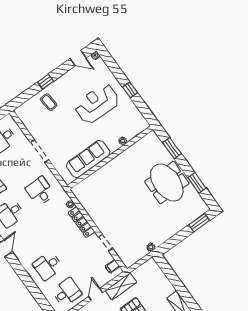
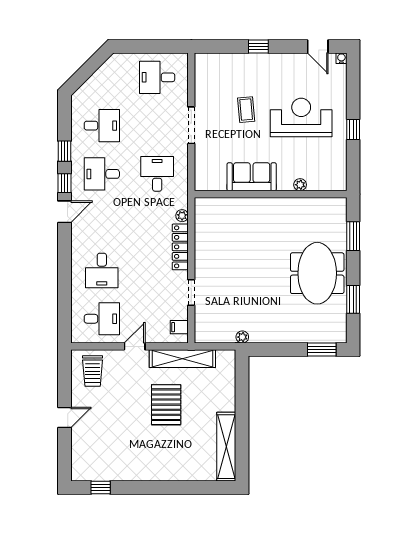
coffee table: (49, 102) -> (246, 110), moved
sofa: (88, 159) -> (252, 177), width x0.73
desk: (48, 266) -> (102, 270), turned -90
shelving: (121, 286) -> (182, 359), width x1.47

